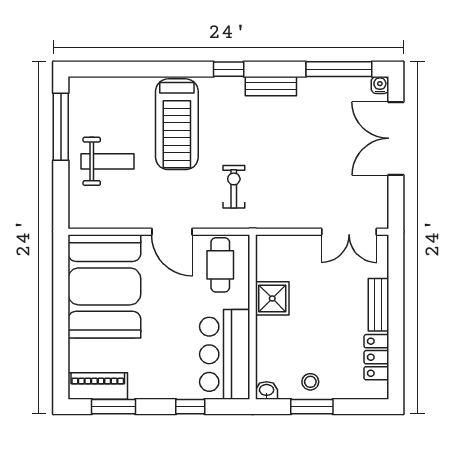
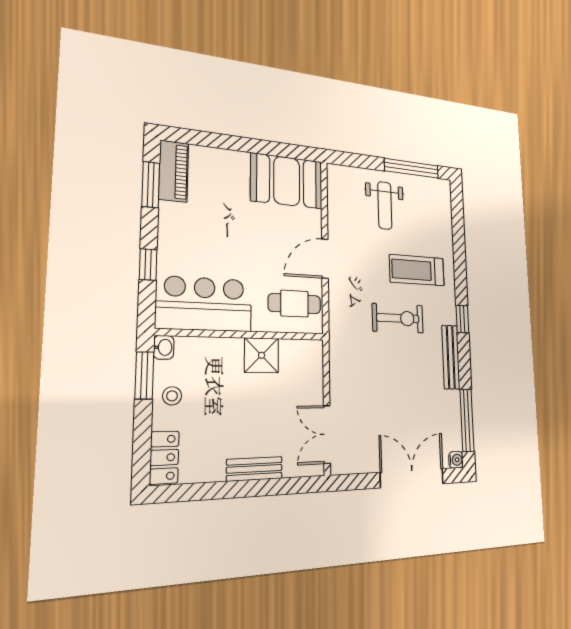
bench: (271, 86) -> (451, 357), width x1.36
treadmill: (177, 124) -> (417, 270), width x0.73, depth x0.73
exercise bike: (234, 187) -> (398, 318), moved, width x1.38, depth x1.39
booth: (104, 286) -> (287, 181), width x0.73, depth x0.70
locker: (376, 357) -> (164, 457), moved, turned 90
window: (312, 407) -> (144, 375), moved

